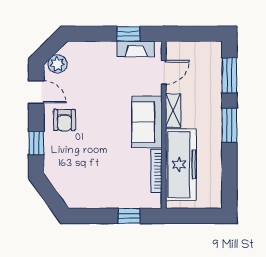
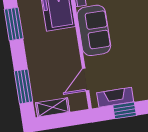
shelving: (173, 110) -> (53, 107), moved, turned 90
window: (229, 125) -> (14, 24), moved

